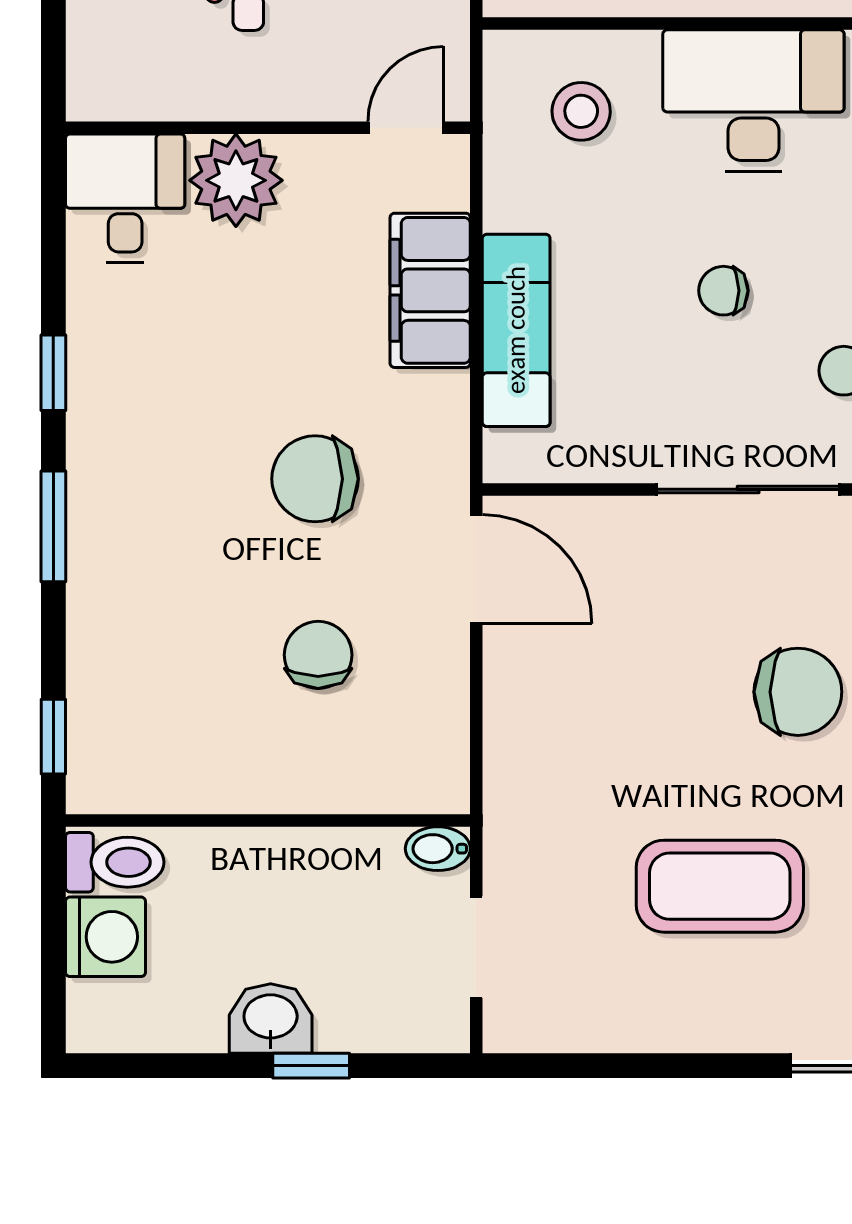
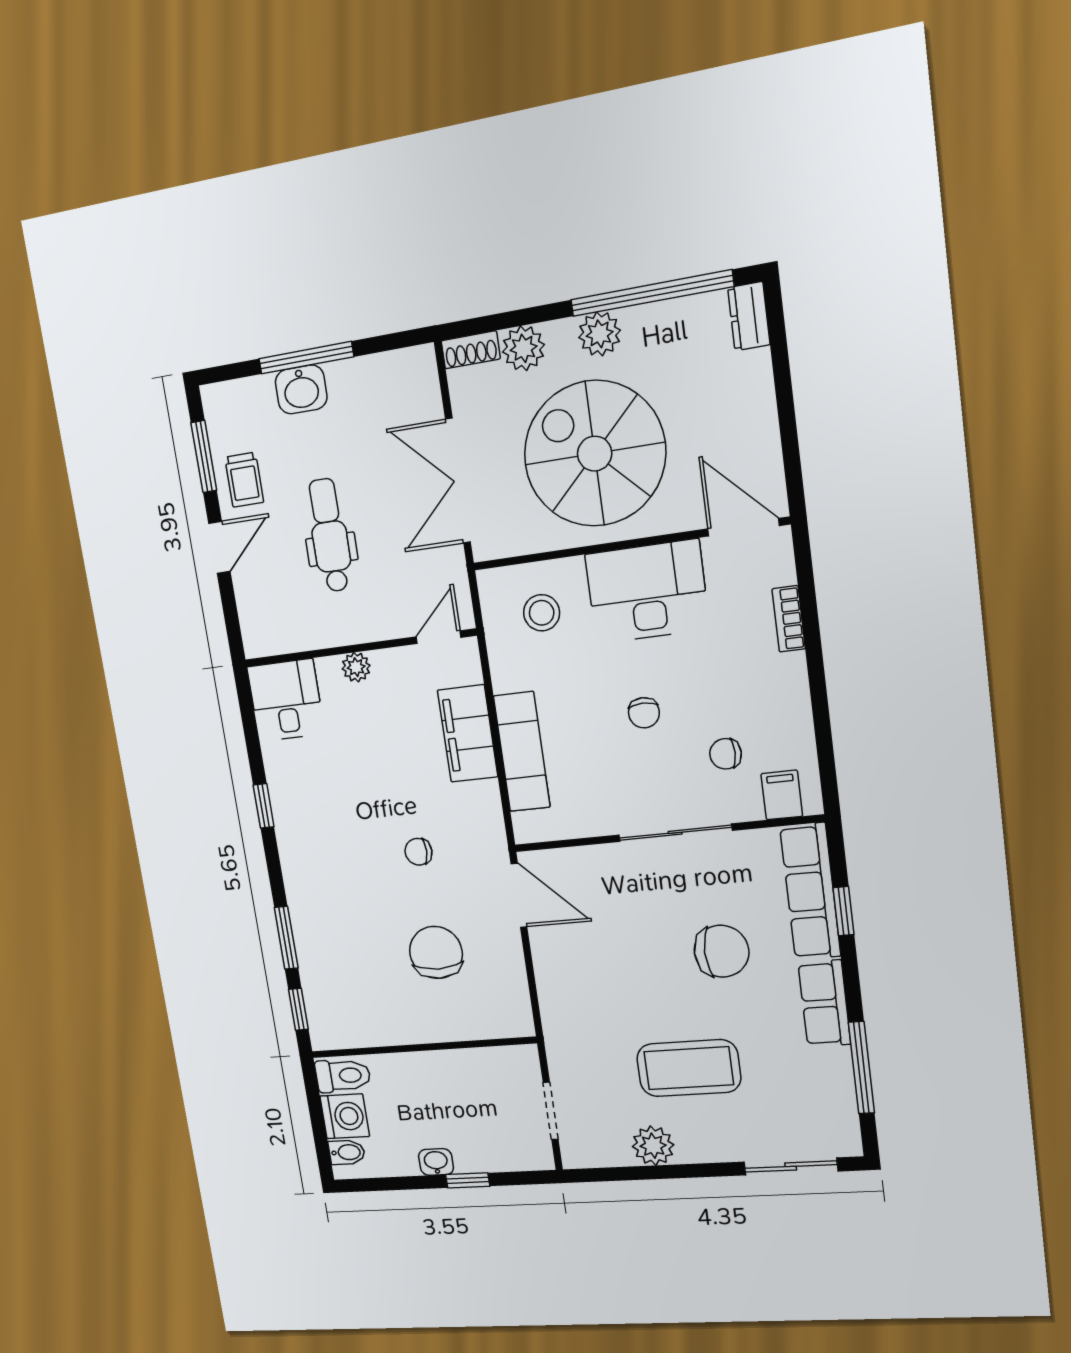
plant: (236, 180) -> (356, 667), width x0.53, depth x0.53
chair: (723, 291) -> (644, 713), turned -90
chair: (315, 479) -> (418, 852), width x0.54, depth x0.54
window: (53, 526) -> (286, 938), moved
chair: (318, 655) -> (436, 952), width x1.37, depth x1.37
bidet: (438, 849) -> (347, 1152), moved, turned 180
washbasin: (271, 1018) -> (436, 1162), width x0.72, depth x0.69
plant: (643, 1018) -> (653, 1146), added

